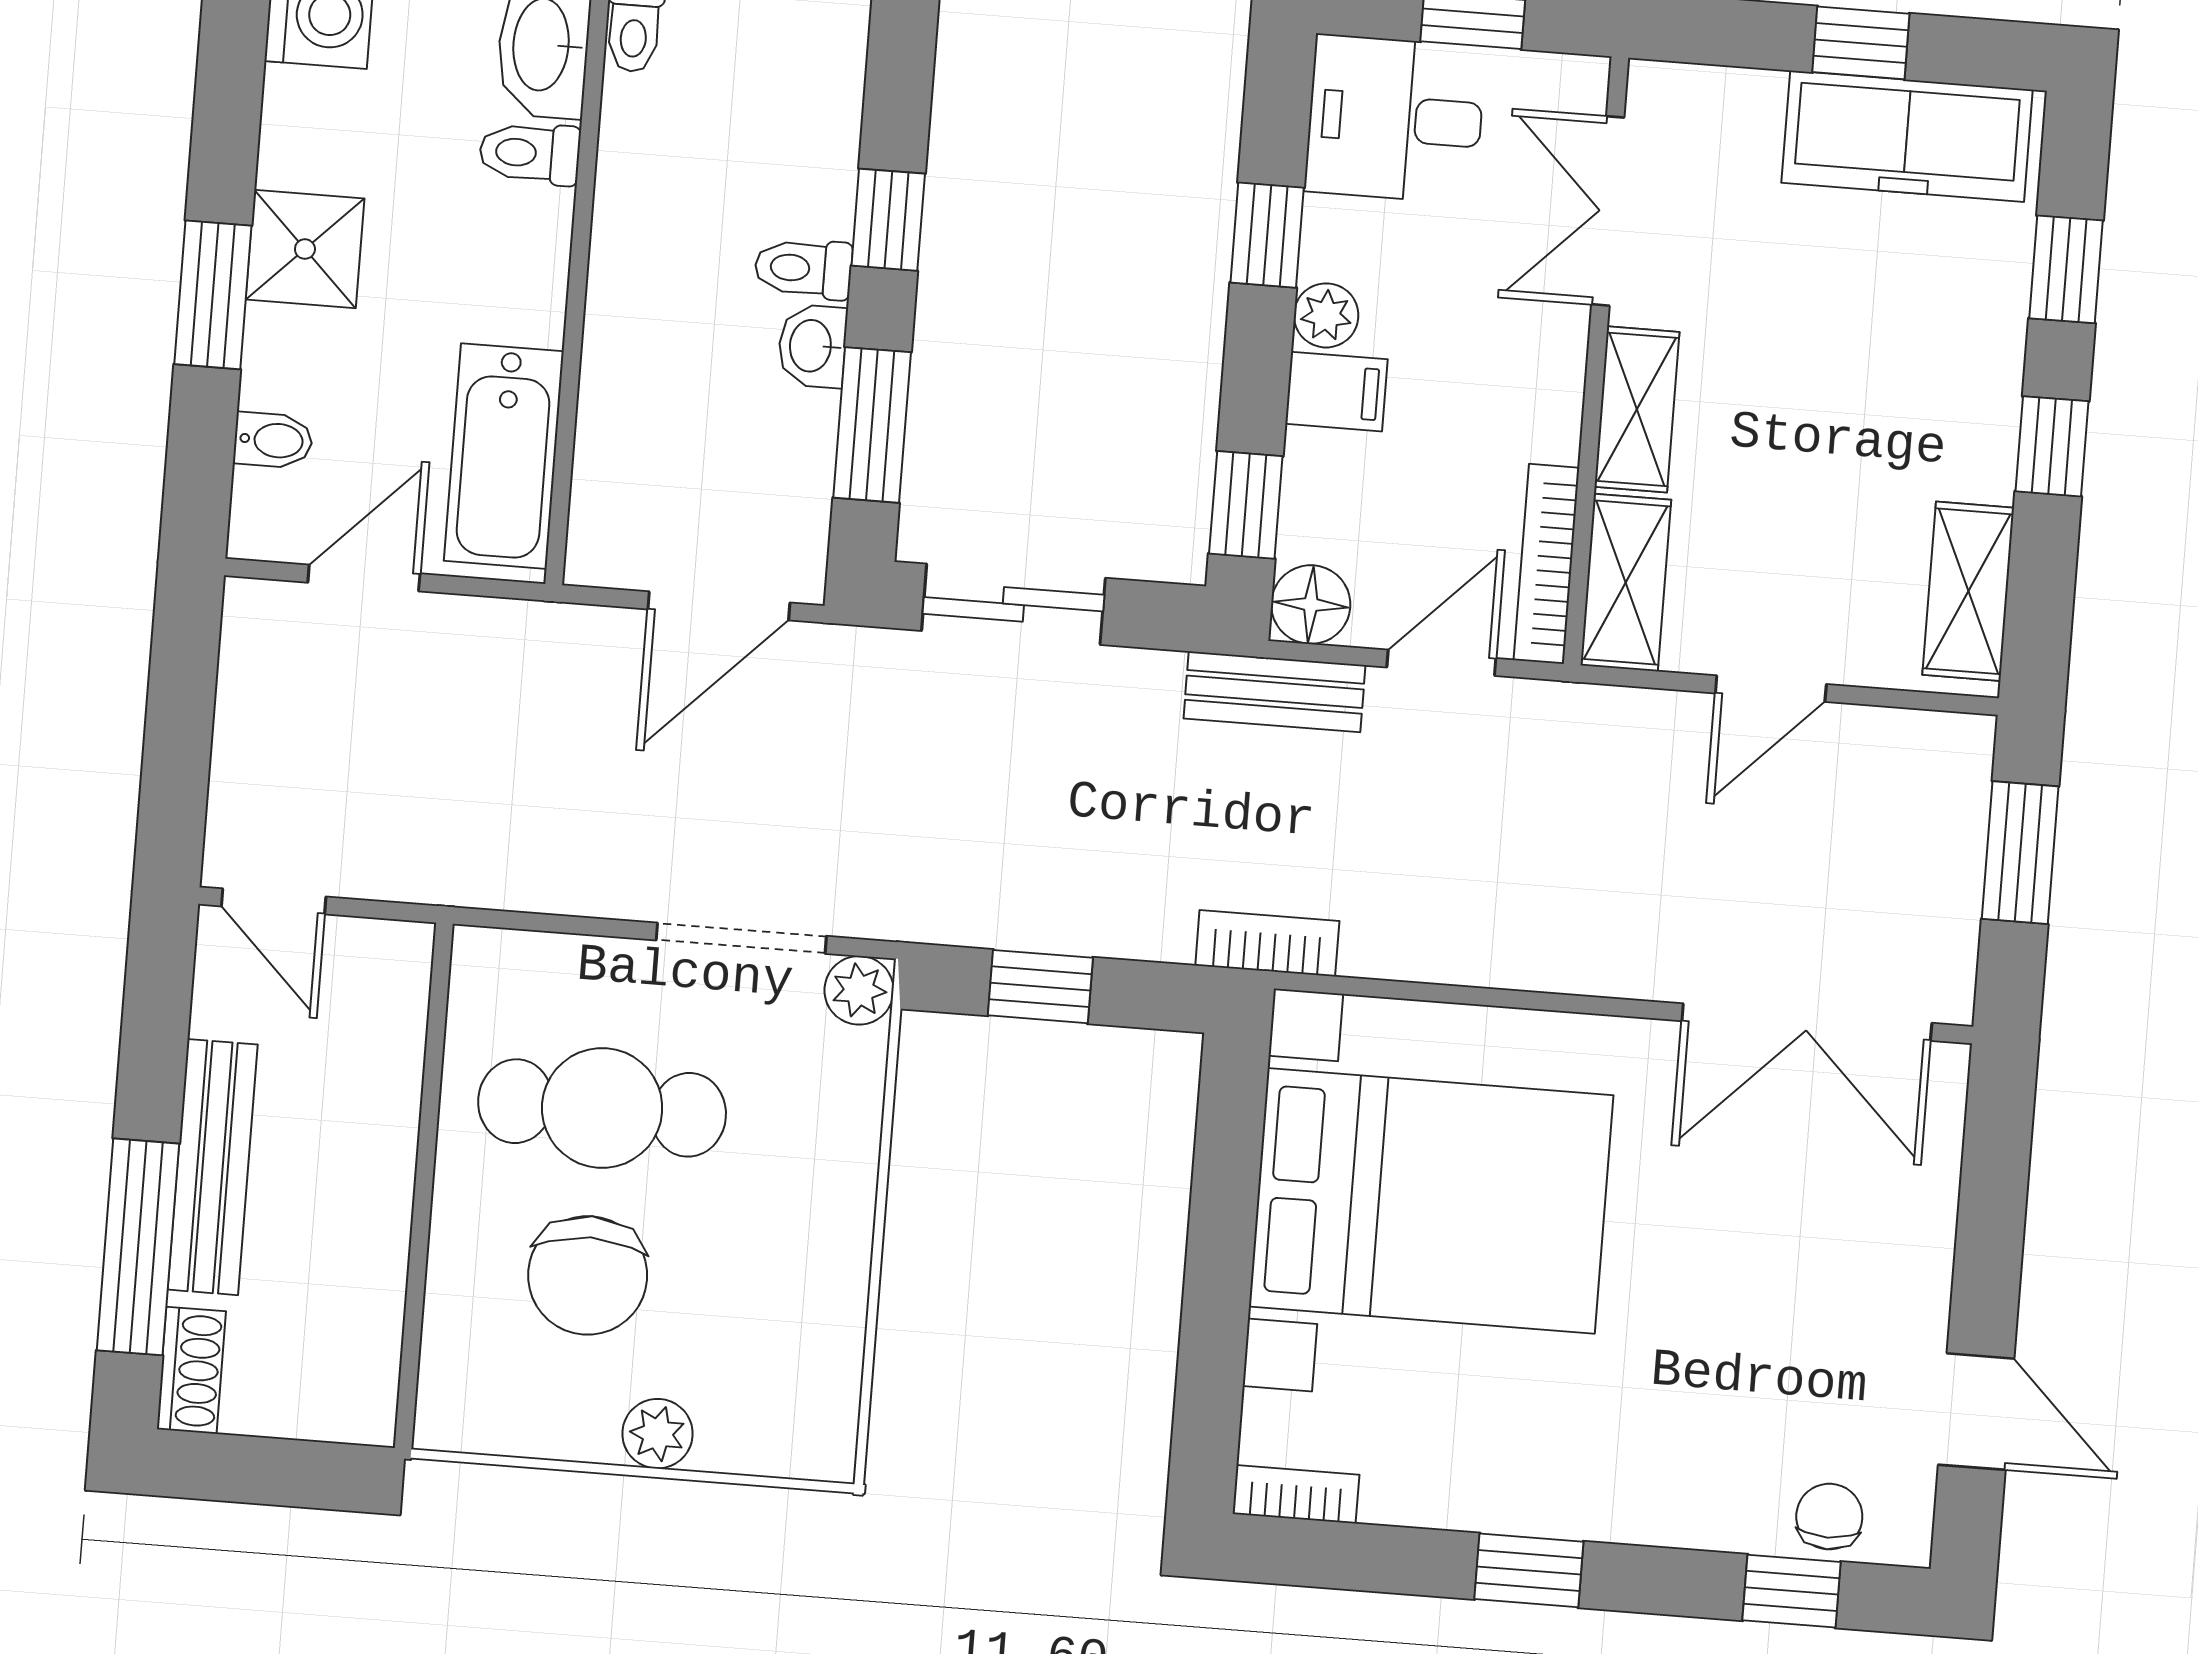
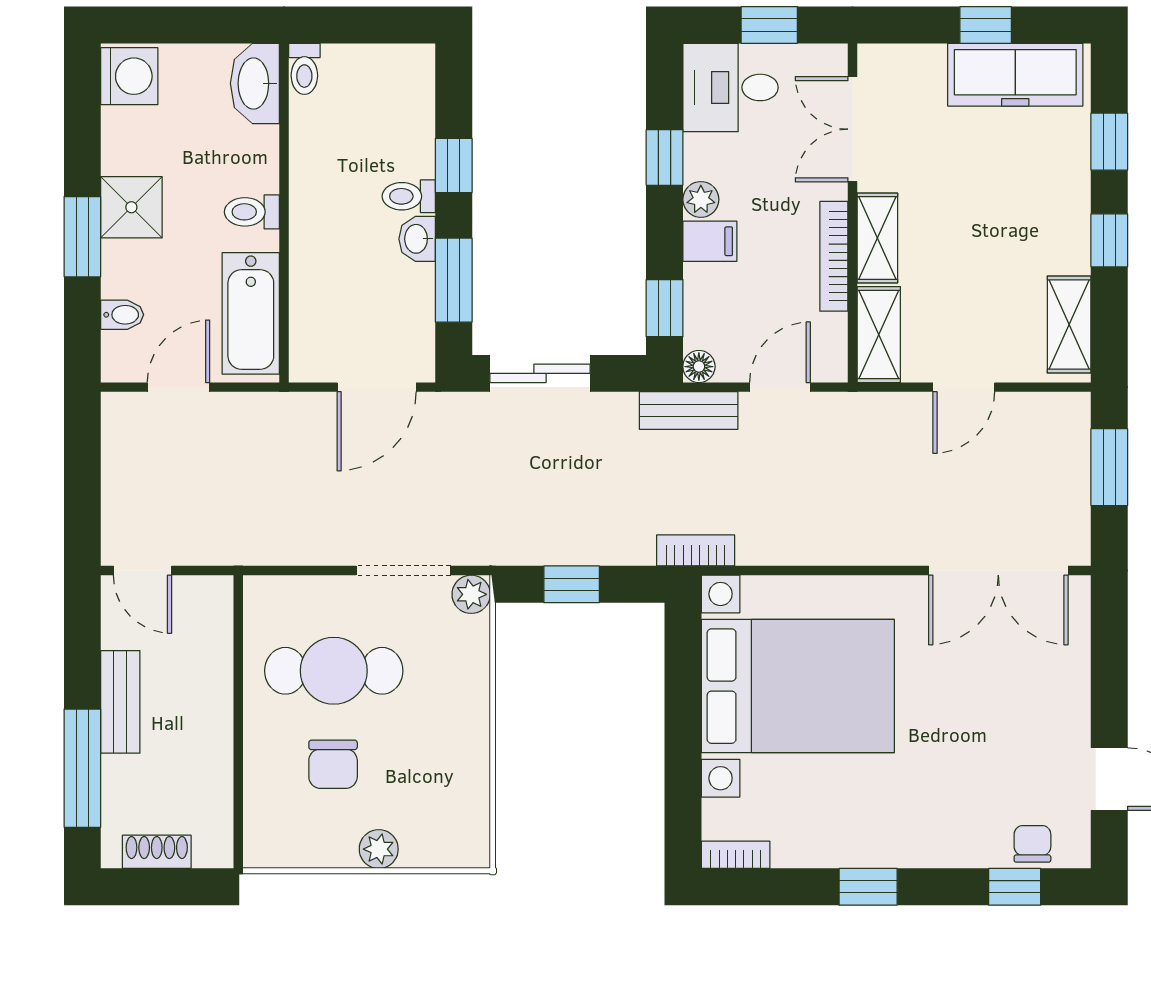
toilet: (530, 153) -> (252, 212), moved
bookcase: (1546, 564) -> (834, 256), moved
floor lamp: (1311, 605) -> (699, 367), width x0.73, depth x0.73
bench: (213, 1167) -> (120, 702), width x0.73
chair: (588, 1275) -> (333, 764), width x0.73, depth x0.73
shoe rack: (191, 1370) -> (157, 852), moved, turned -90

